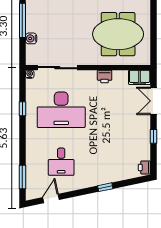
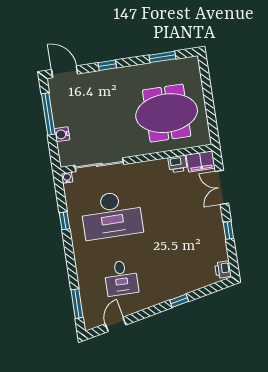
printer: (105, 77) -> (178, 164), moved

